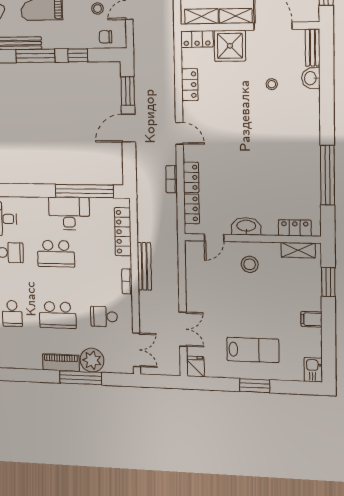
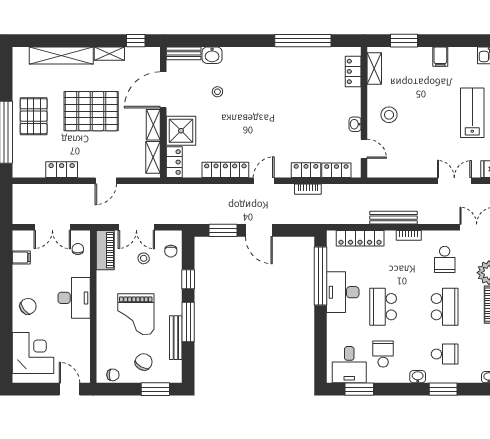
locker: (190, 85) -> (225, 170), width x1.53
washbasin: (246, 226) -> (355, 124), width x0.52, depth x0.69
school desk: (56, 254) -> (383, 307), turned 180

